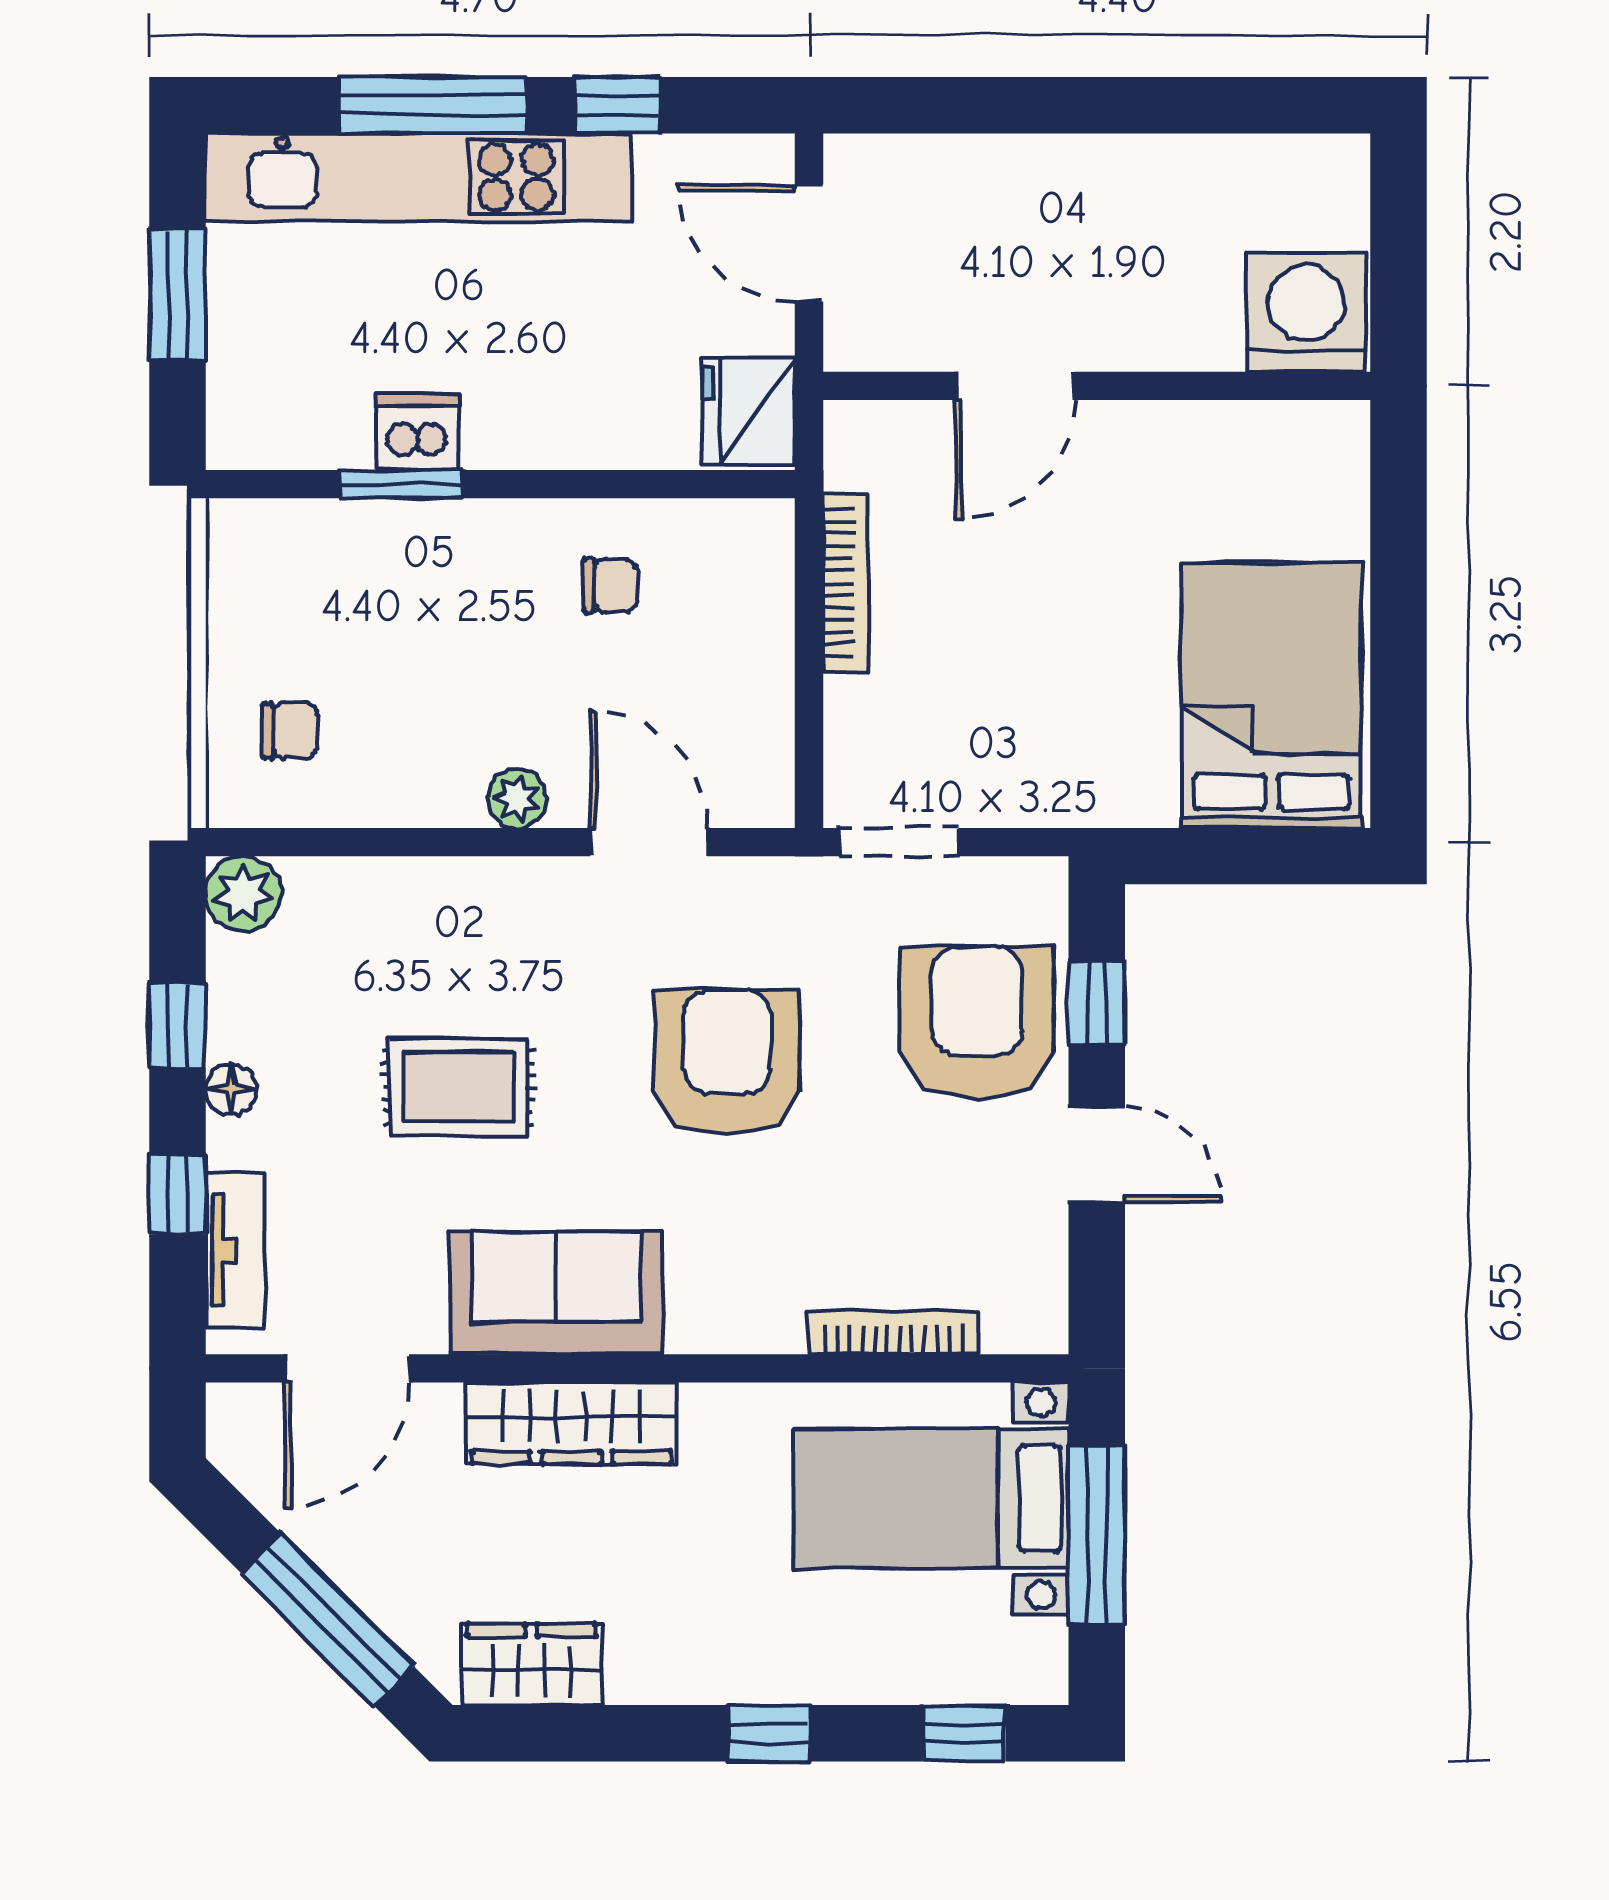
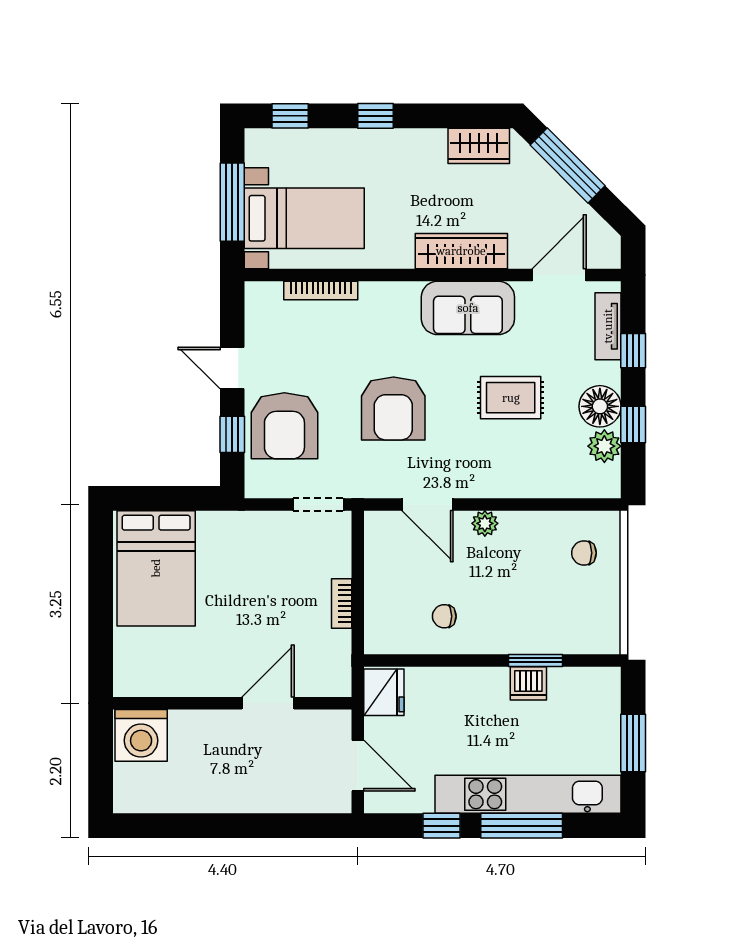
bookcase: (846, 583) -> (342, 603), width x0.64
plant: (243, 894) -> (604, 446), moved
floor lamp: (231, 1089) -> (600, 406), width x1.89, depth x1.89

